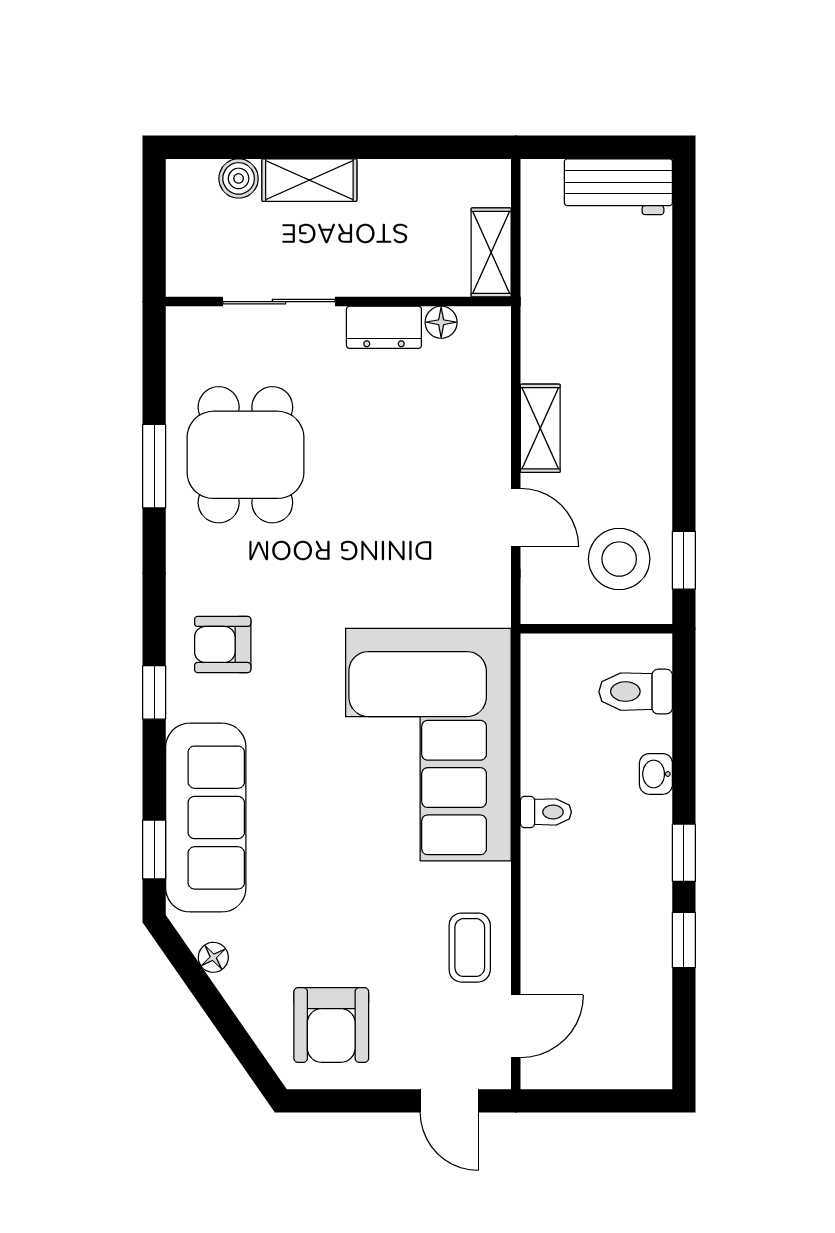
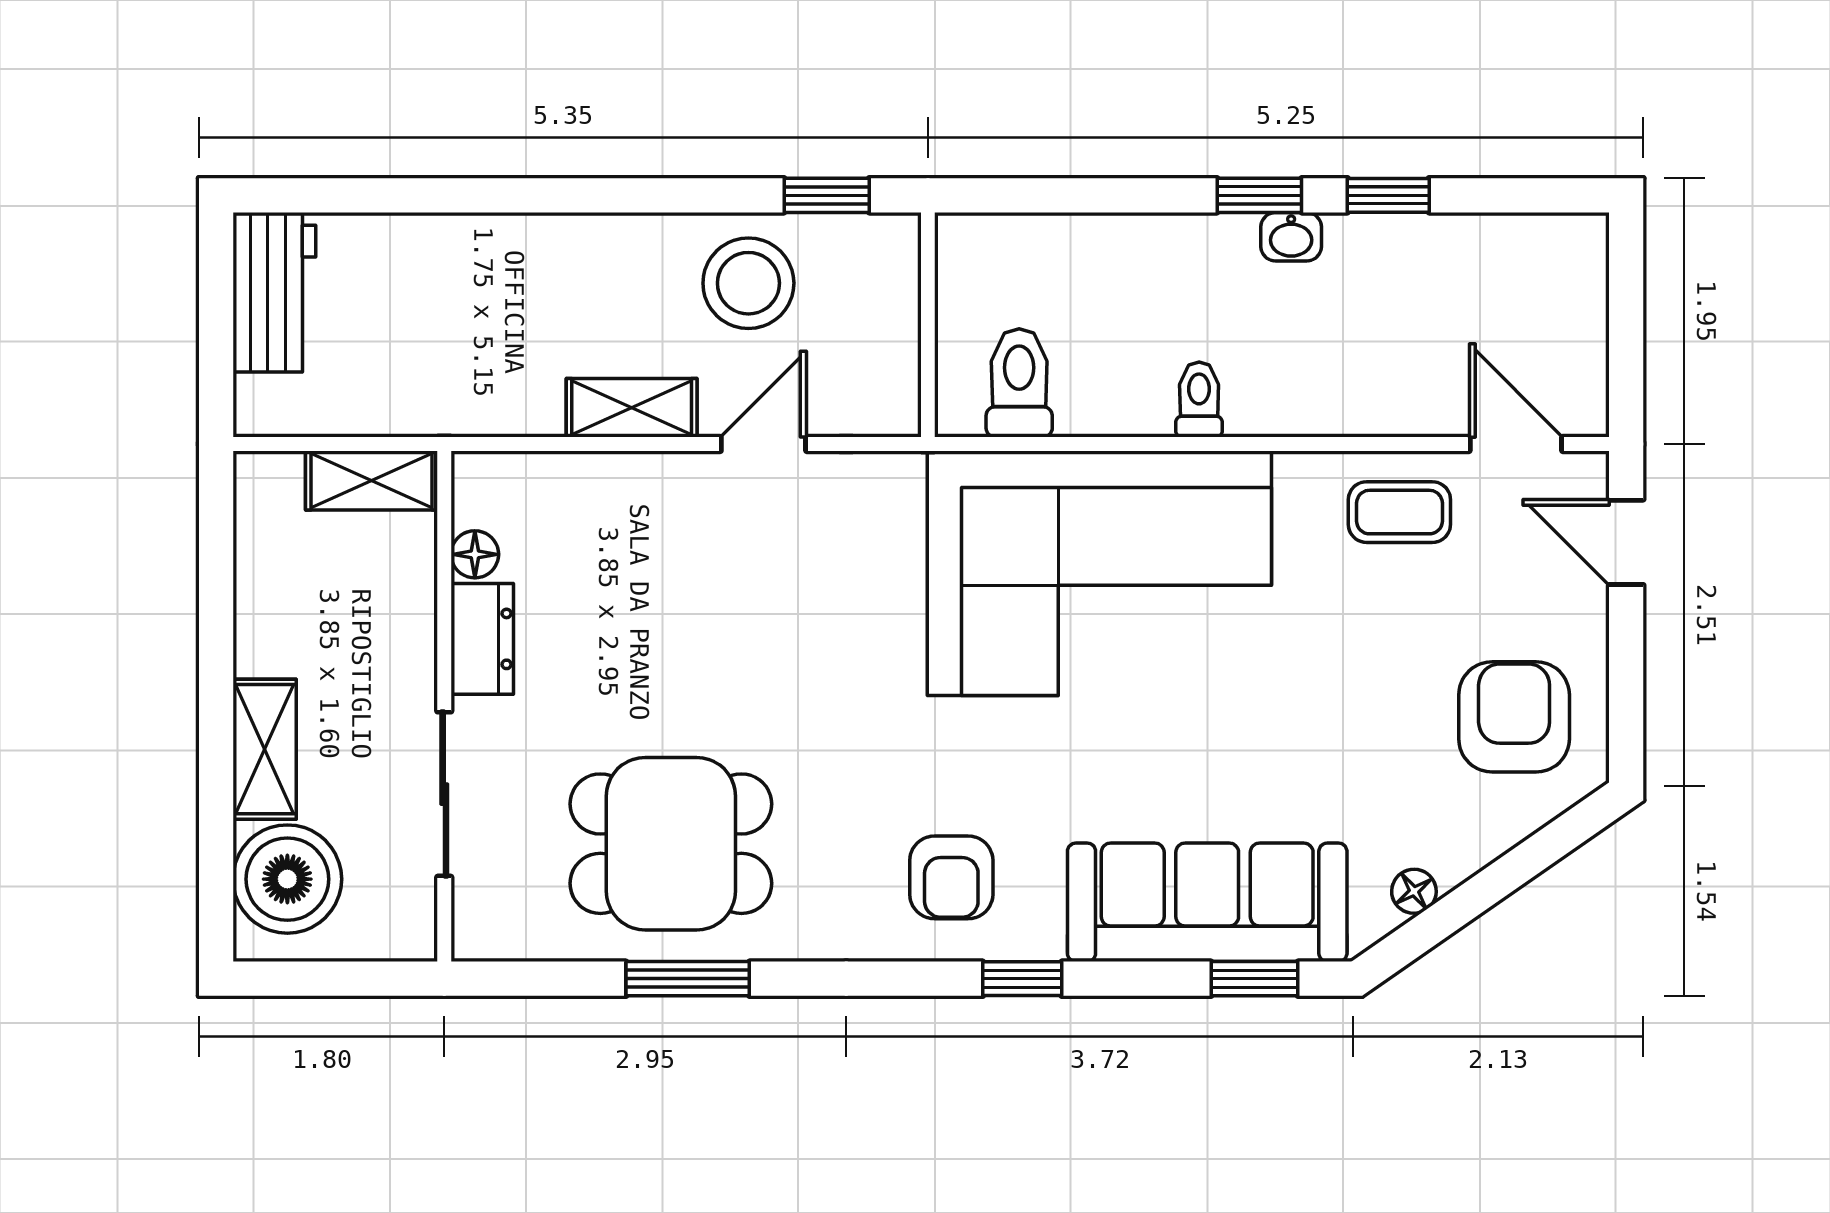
boiler: (239, 178) -> (287, 879), width x1.86, depth x1.86
stool: (619, 559) -> (748, 283), moved
toilet: (636, 692) -> (1019, 383), moved, turned 180
washbasin: (656, 774) -> (1291, 237), moved
armchair: (331, 1025) -> (1514, 717), turned -90
door: (449, 1101) -> (1626, 542), swing flipped

